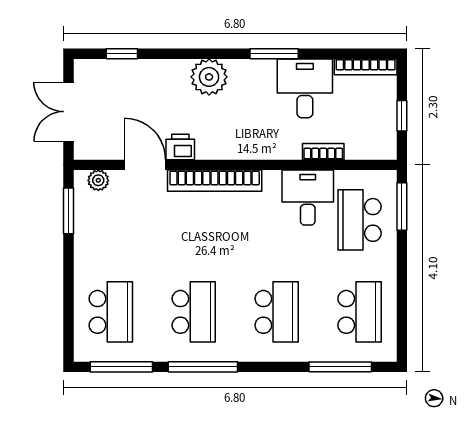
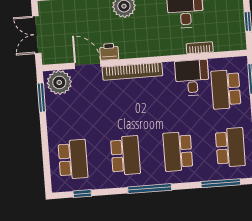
plant: (98, 180) -> (59, 82), width x1.88, depth x1.88
school desk: (277, 312) -> (178, 151), turned 180
window: (121, 367) -> (82, 194), width x0.46
window: (203, 367) -> (150, 189), moved

